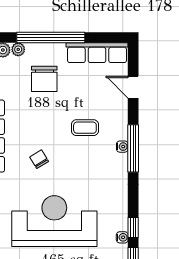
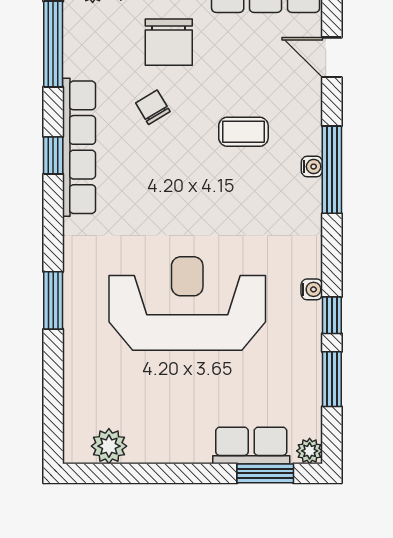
chair: (39, 159) -> (153, 107), moved
water cooler: (122, 237) -> (312, 289), moved

